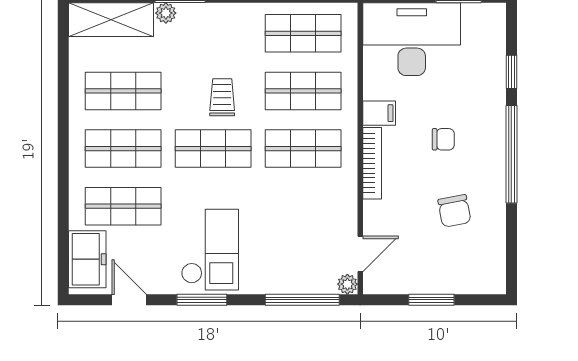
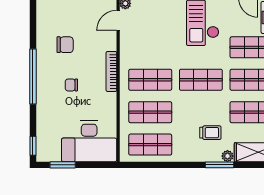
window: (511, 72) -> (33, 146), moved
trolley: (222, 97) -> (210, 133), moved, turned -90
filing cabinet: (379, 113) -> (107, 100), removed
chair: (454, 211) -> (65, 45), turned 101

